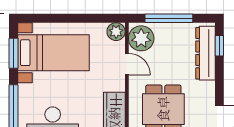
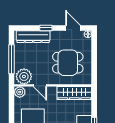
window: (219, 46) -> (46, 28), moved
door: (127, 64) -> (40, 85), swing flipped

